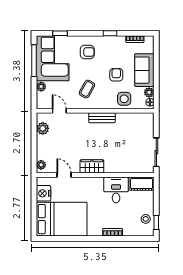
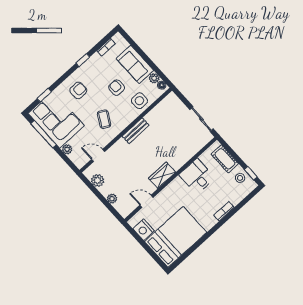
plant: (41, 165) -> (112, 199), moved
cot: (142, 184) -> (225, 159), moved, turned 90

